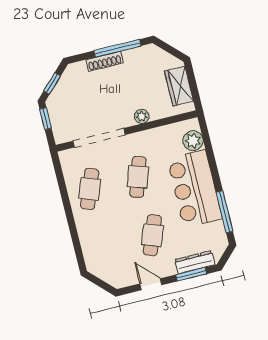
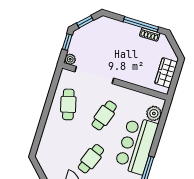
shoe rack: (104, 61) -> (150, 34), moved, width x0.70
plant: (142, 116) -> (70, 59), moved
cafe table: (90, 189) -> (68, 104), turned -36

